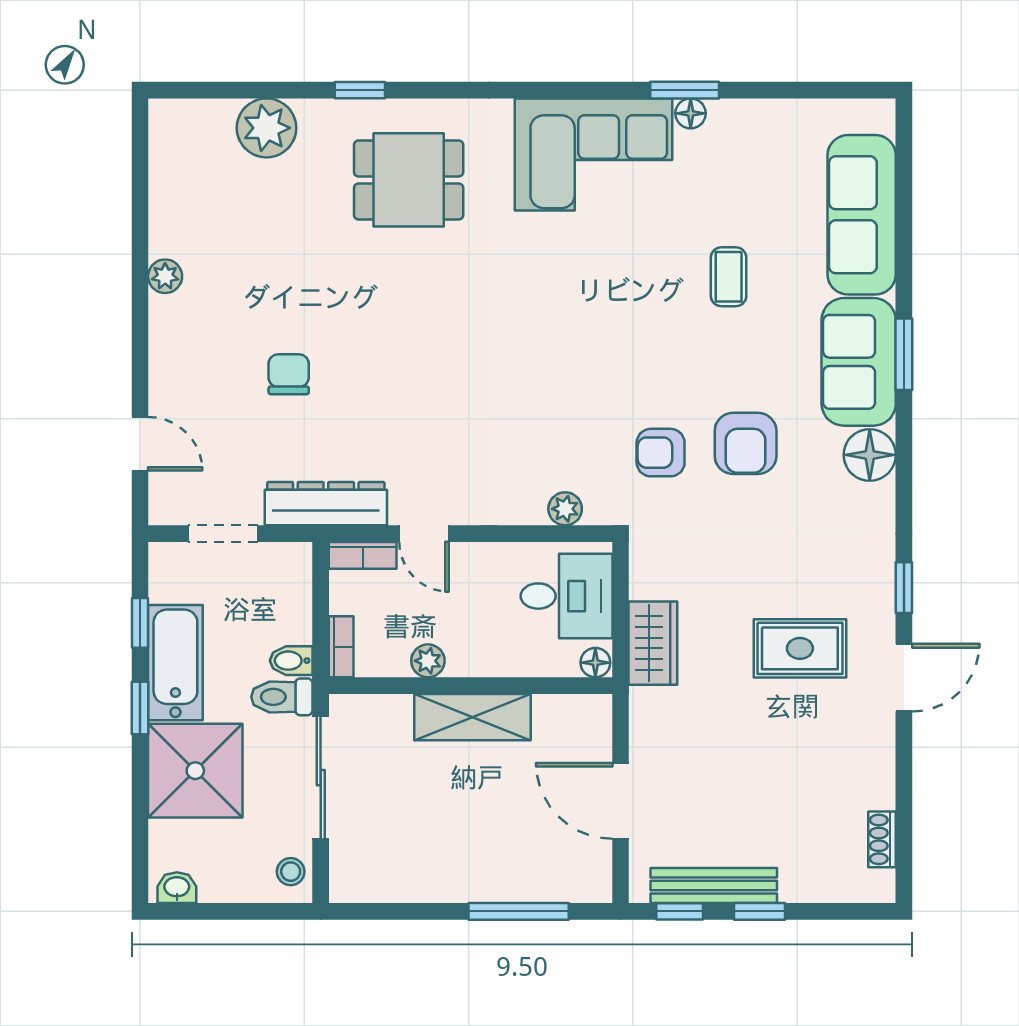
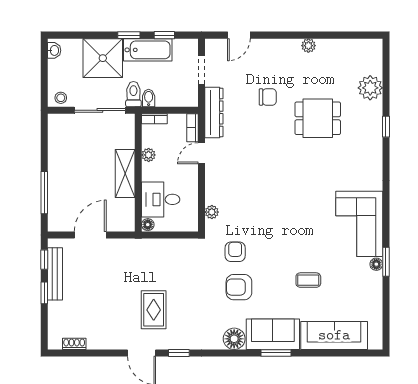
dining table: (409, 180) -> (318, 118), moved, turned 90
desk: (567, 596) -> (161, 199), moved, turned 90
wardrobe: (653, 643) -> (156, 249), removed

